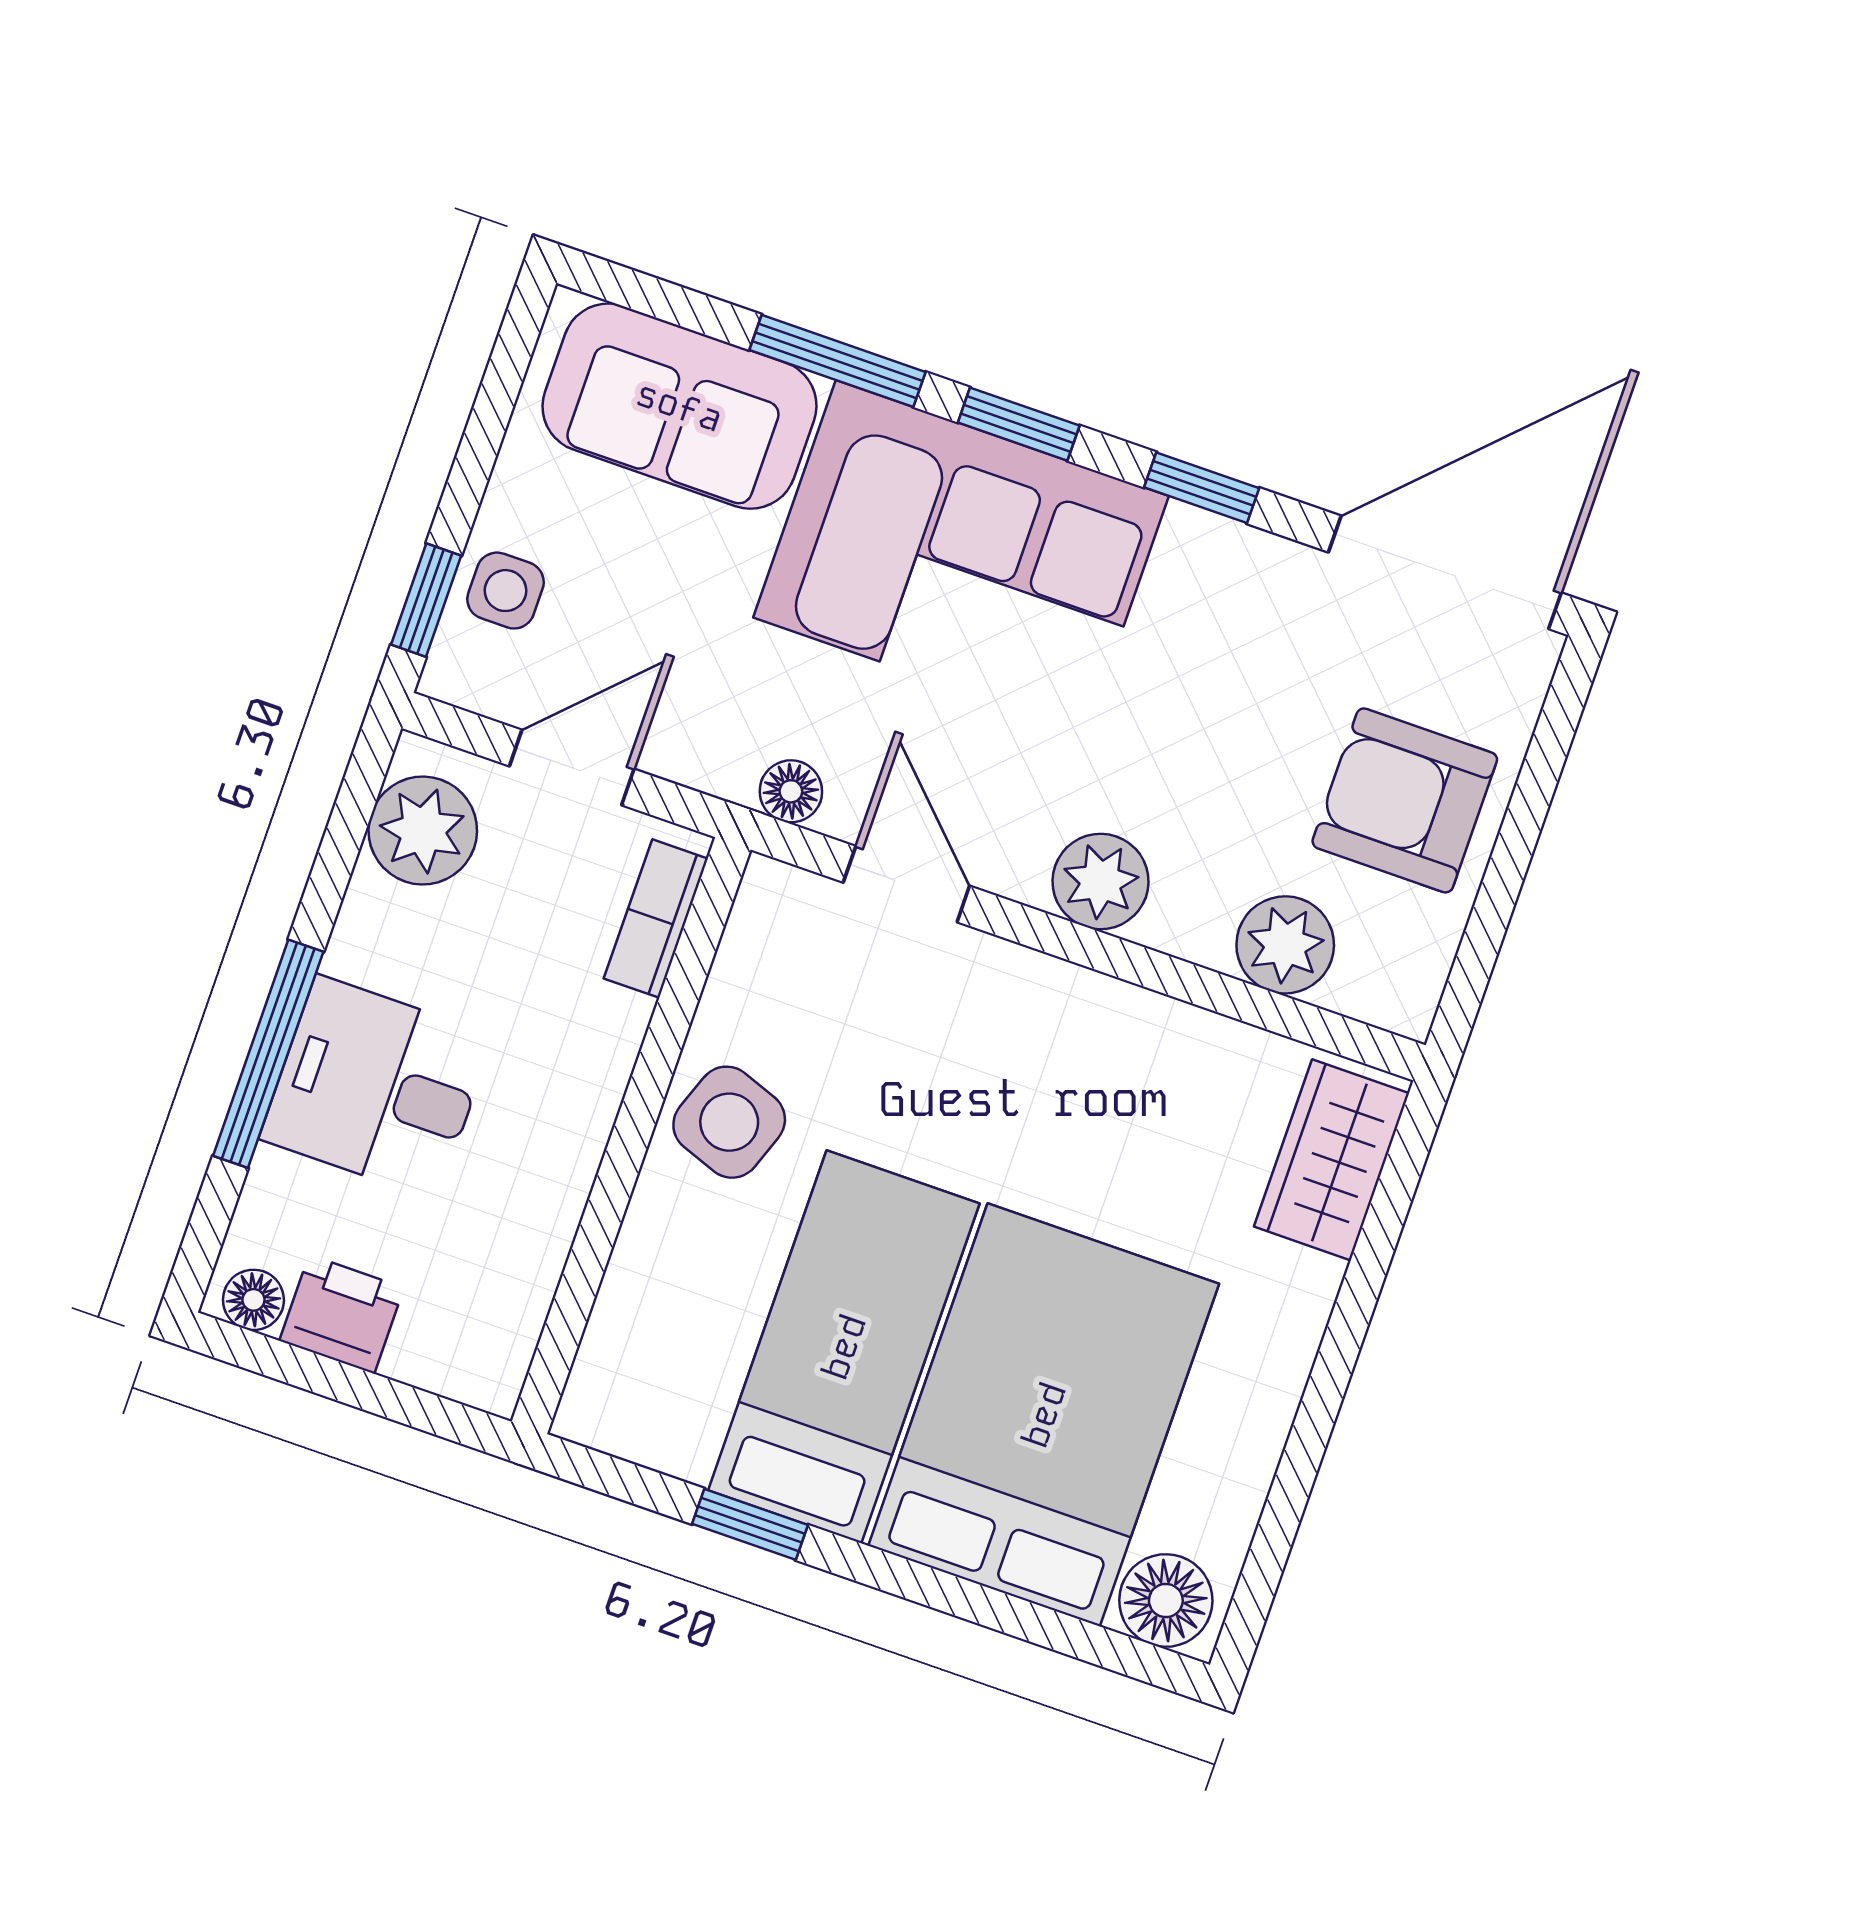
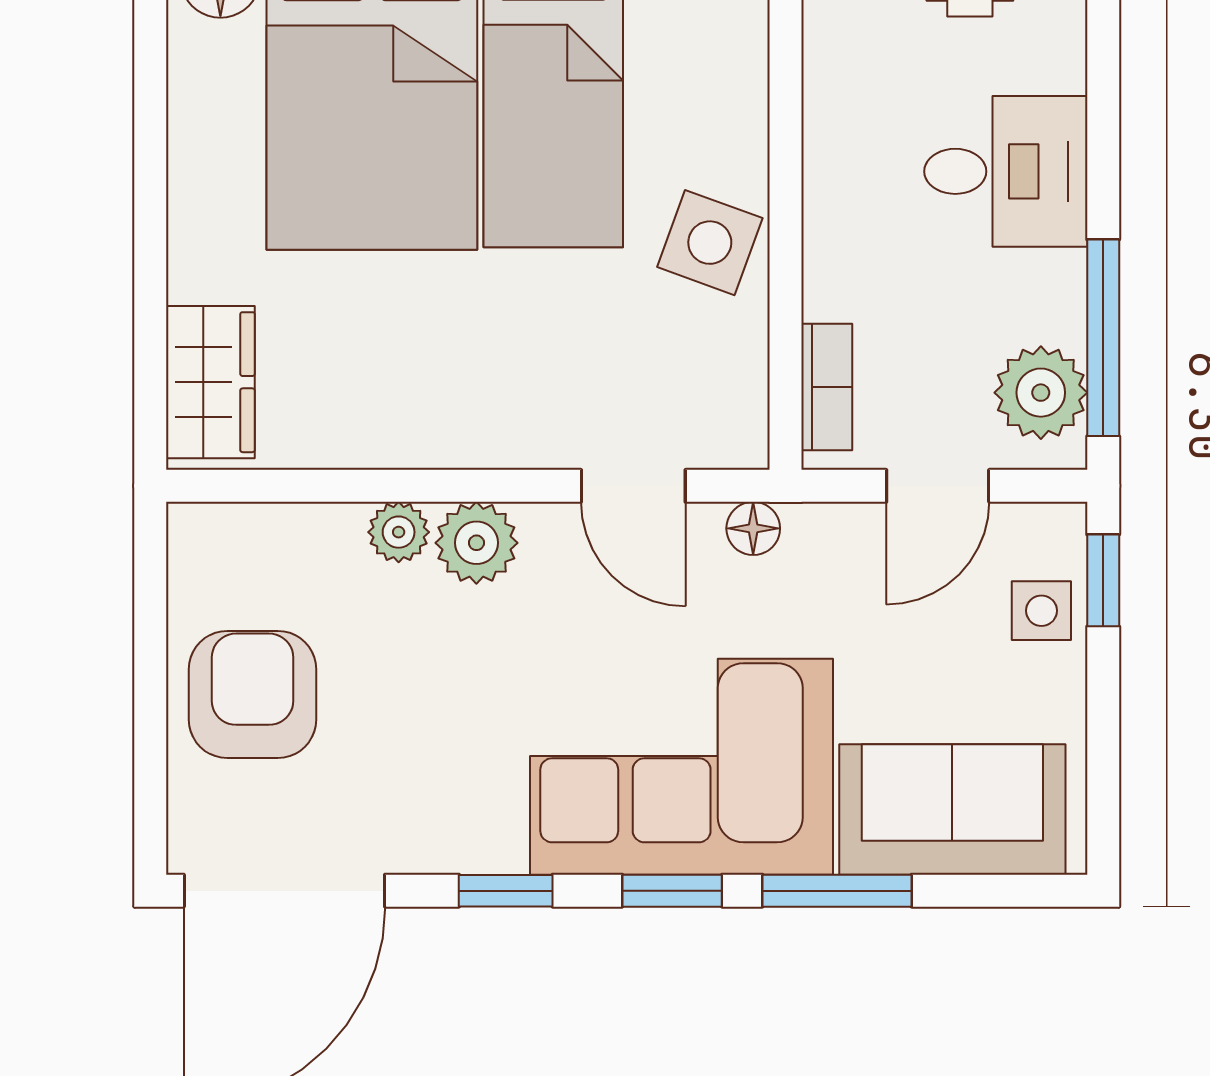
armchair: (1405, 800) -> (253, 694), turned -90
plant: (1285, 945) -> (399, 532), moved, width x0.73, depth x0.73
window: (268, 1054) -> (1103, 338), moved

